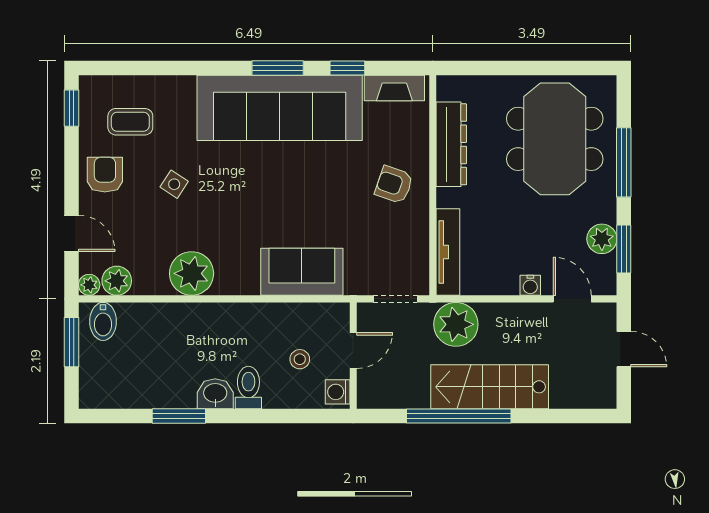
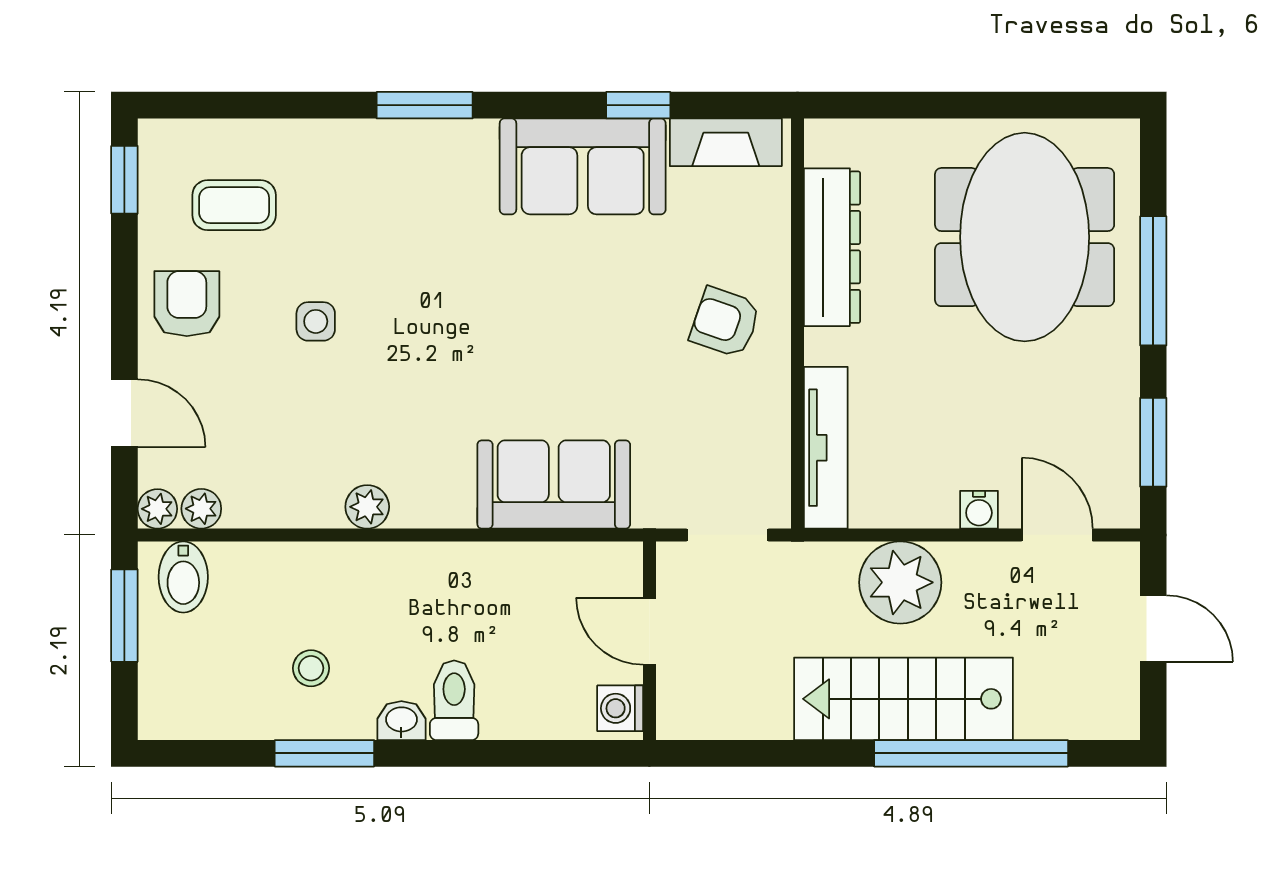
window: (278, 68) -> (425, 105), moved
sofa: (280, 108) -> (583, 166), width x0.54, depth x0.79
side table: (174, 184) -> (316, 321), turned -33
plant: (602, 239) -> (1112, 423), removed
plant: (192, 273) -> (367, 507), width x0.53, depth x0.53
plant: (117, 281) -> (201, 509), width x0.73, depth x0.73
plant: (456, 324) -> (900, 582), moved
door: (353, 350) -> (649, 631), swing flipped
stool: (300, 359) -> (311, 668), moved
washbasin: (215, 394) -> (401, 721), width x0.72, depth x0.69
window: (459, 416) -> (971, 753), moved

